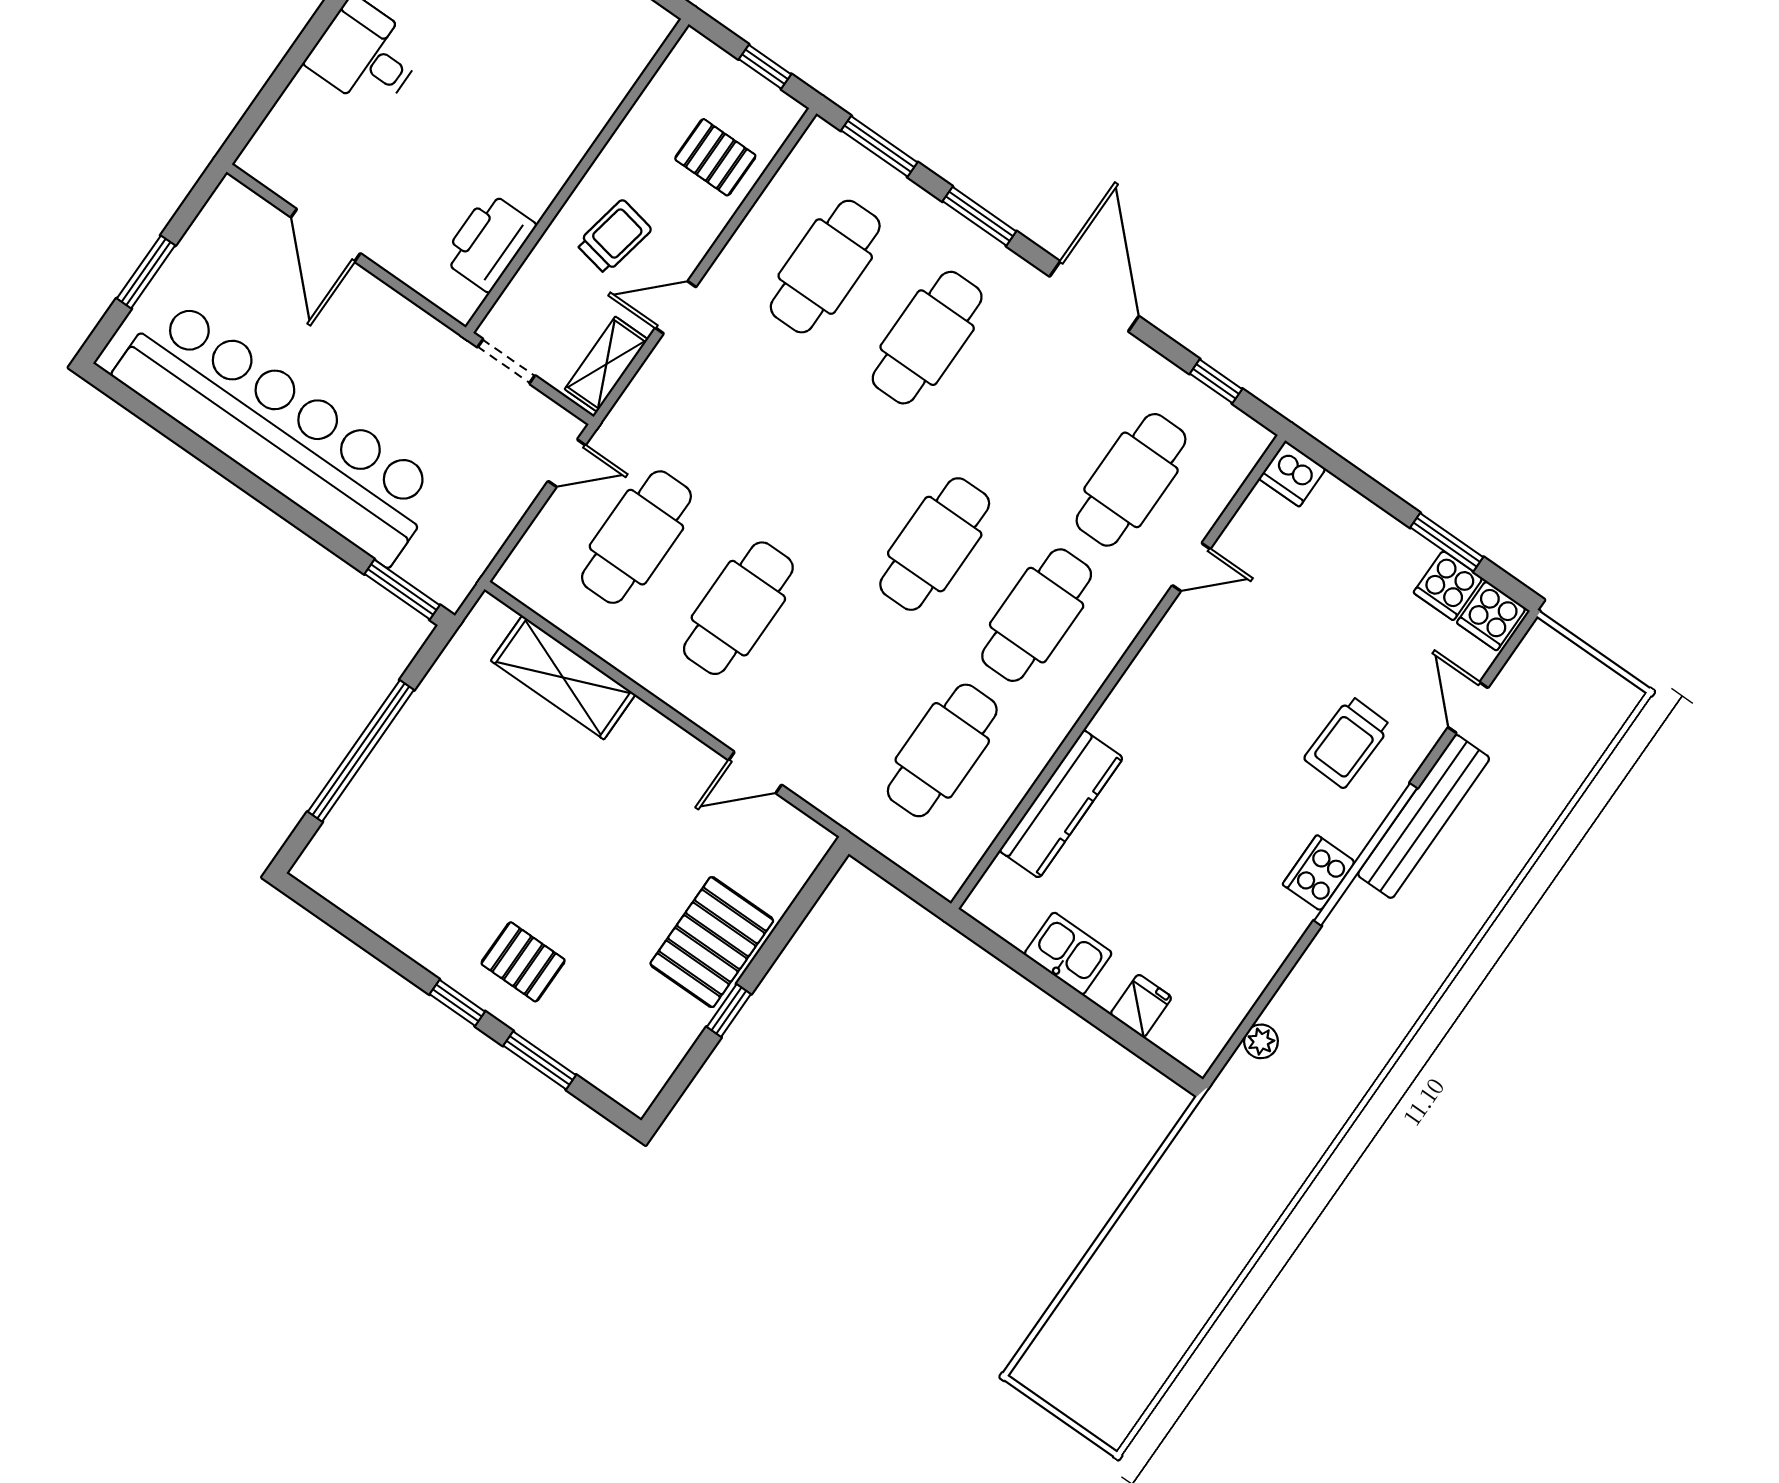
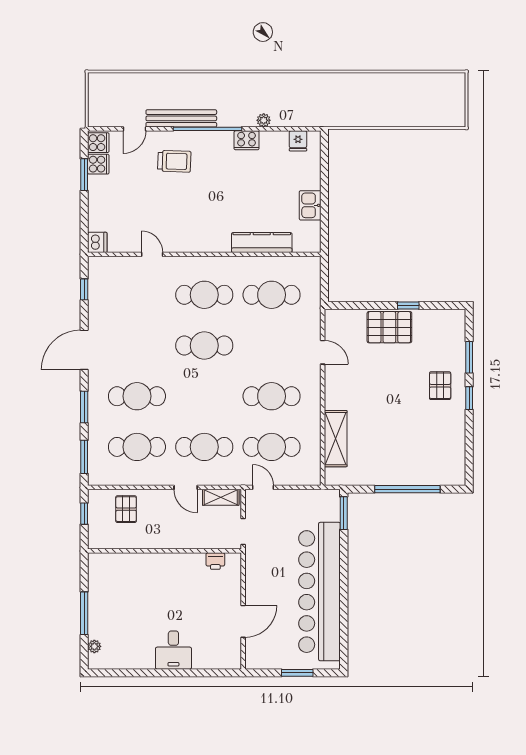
trolley: (614, 237) -> (176, 524), removed
printer: (489, 242) -> (215, 561), width x0.53, depth x0.68
cafe table: (1131, 480) -> (204, 447), moved
cooker: (1319, 873) -> (247, 140), moved
fridge: (1141, 1006) -> (298, 141), moved, turned -90
plant: (1261, 1041) -> (264, 120), moved

